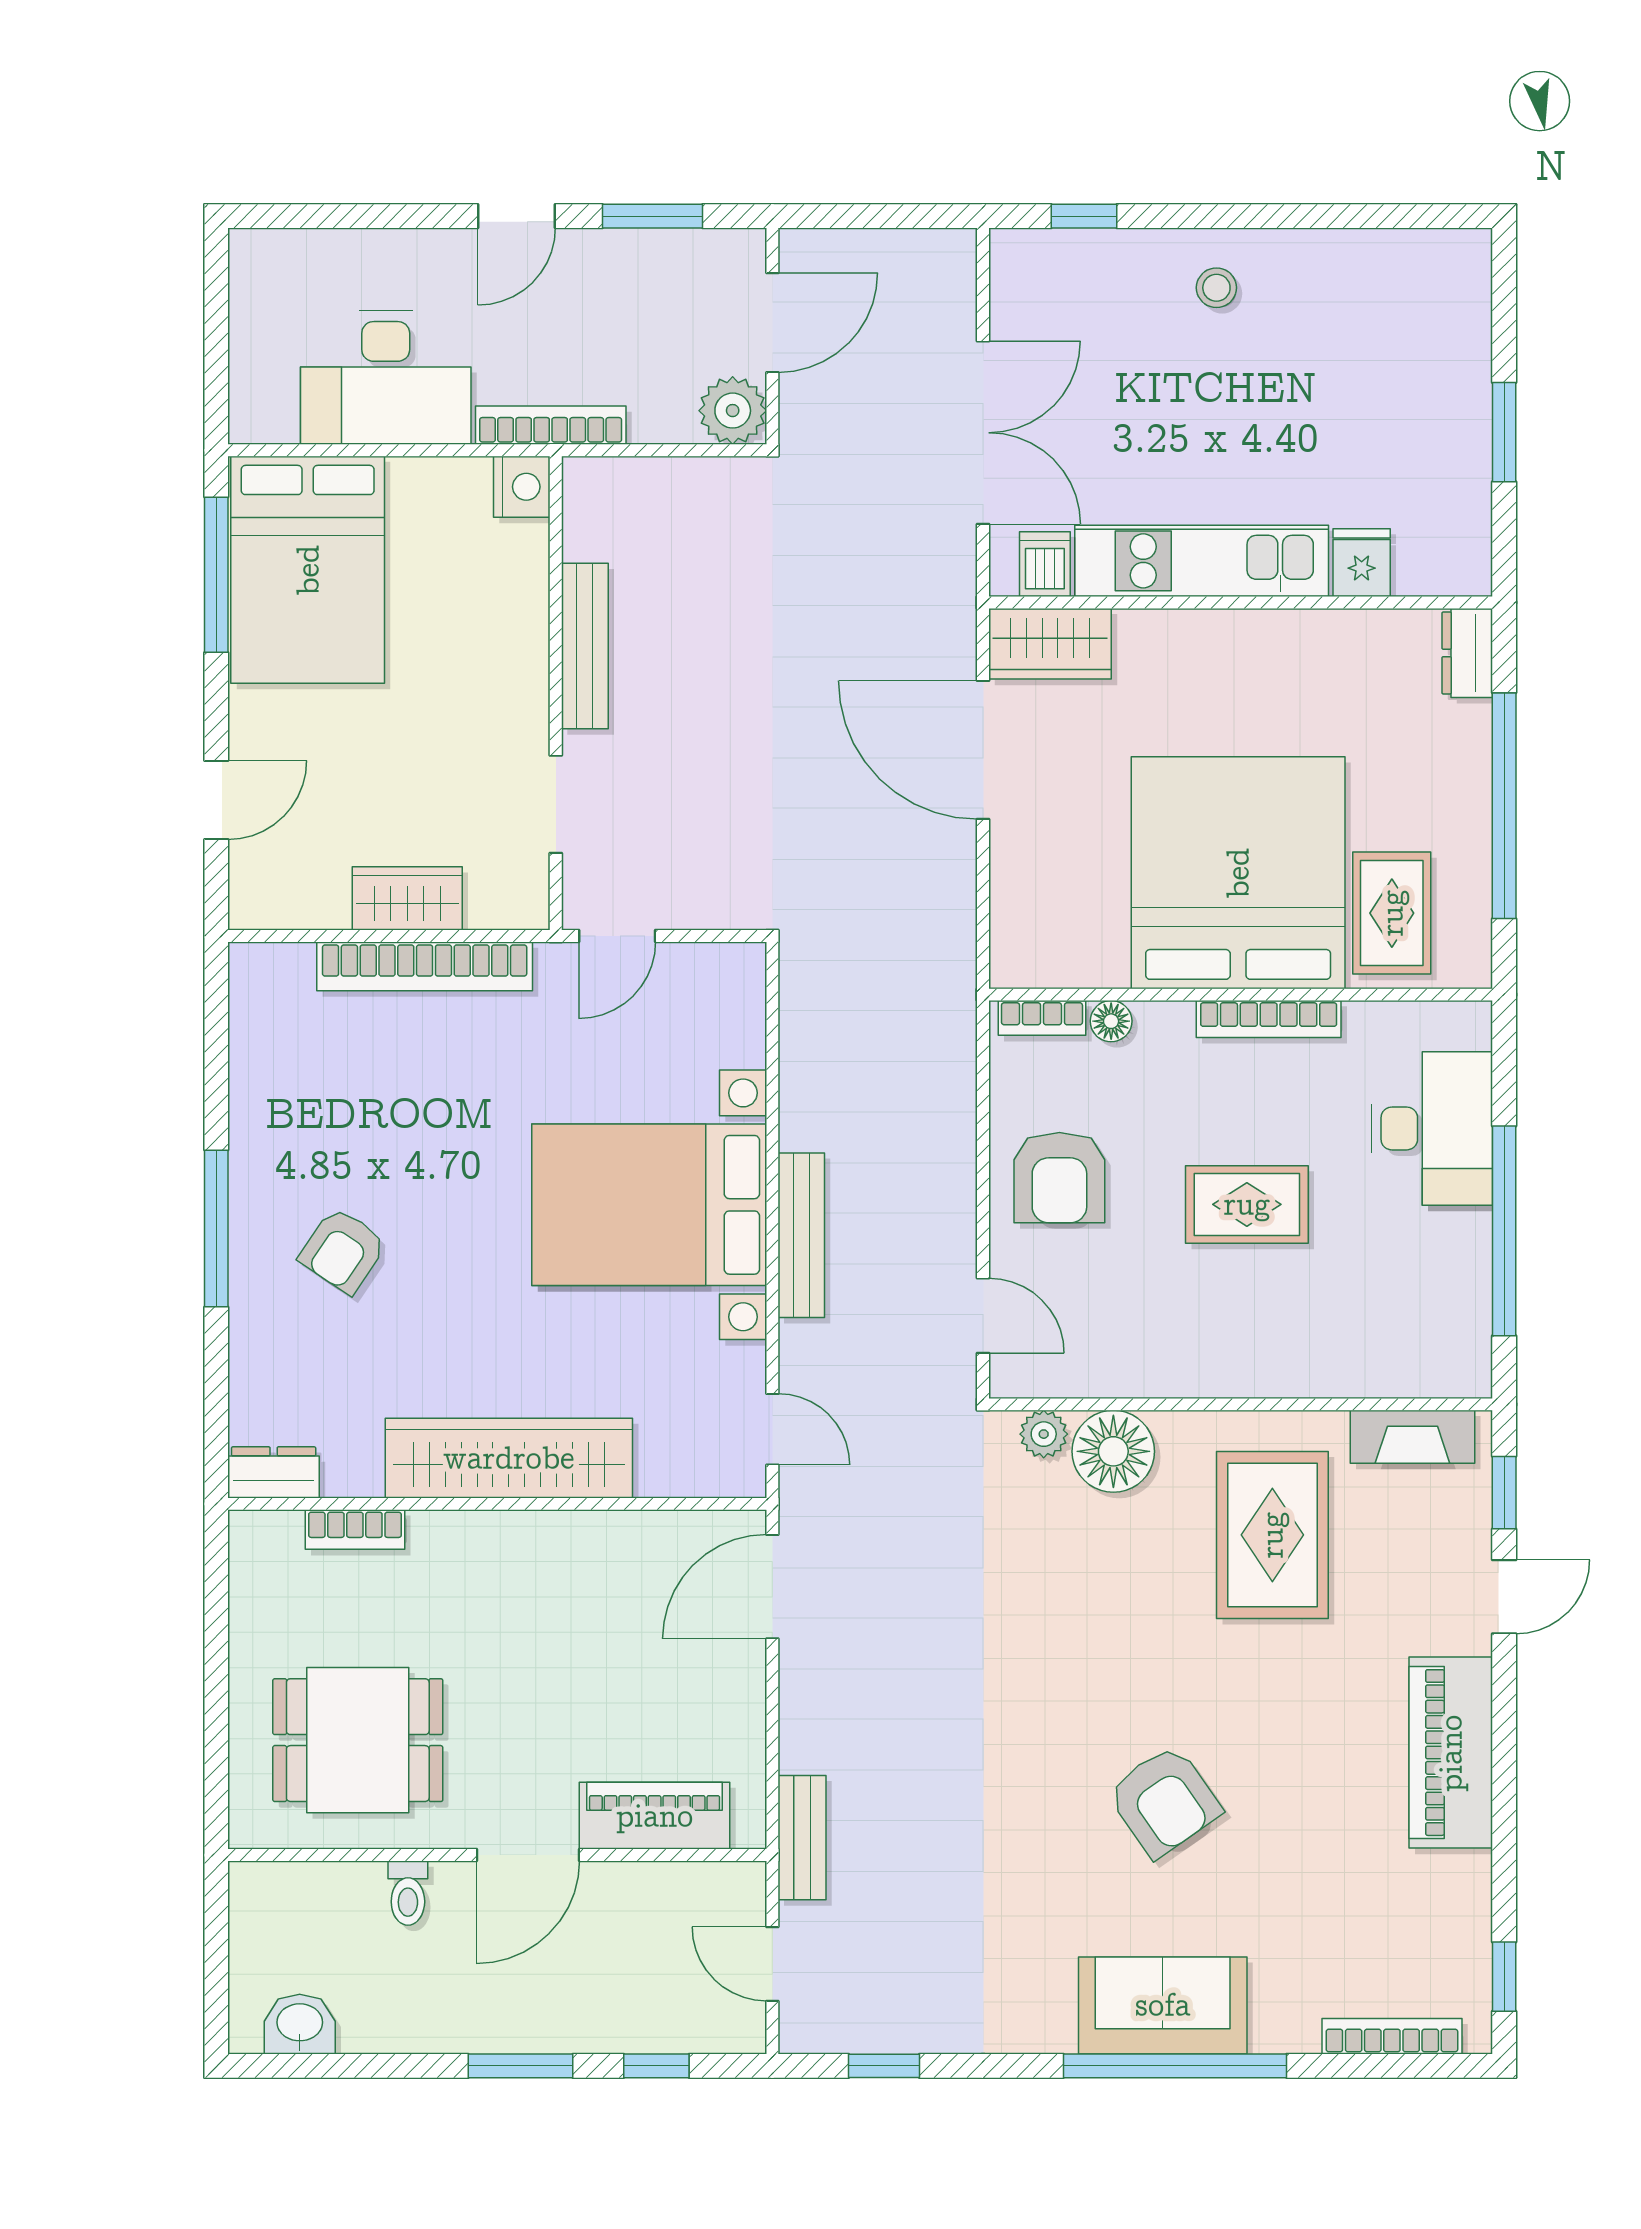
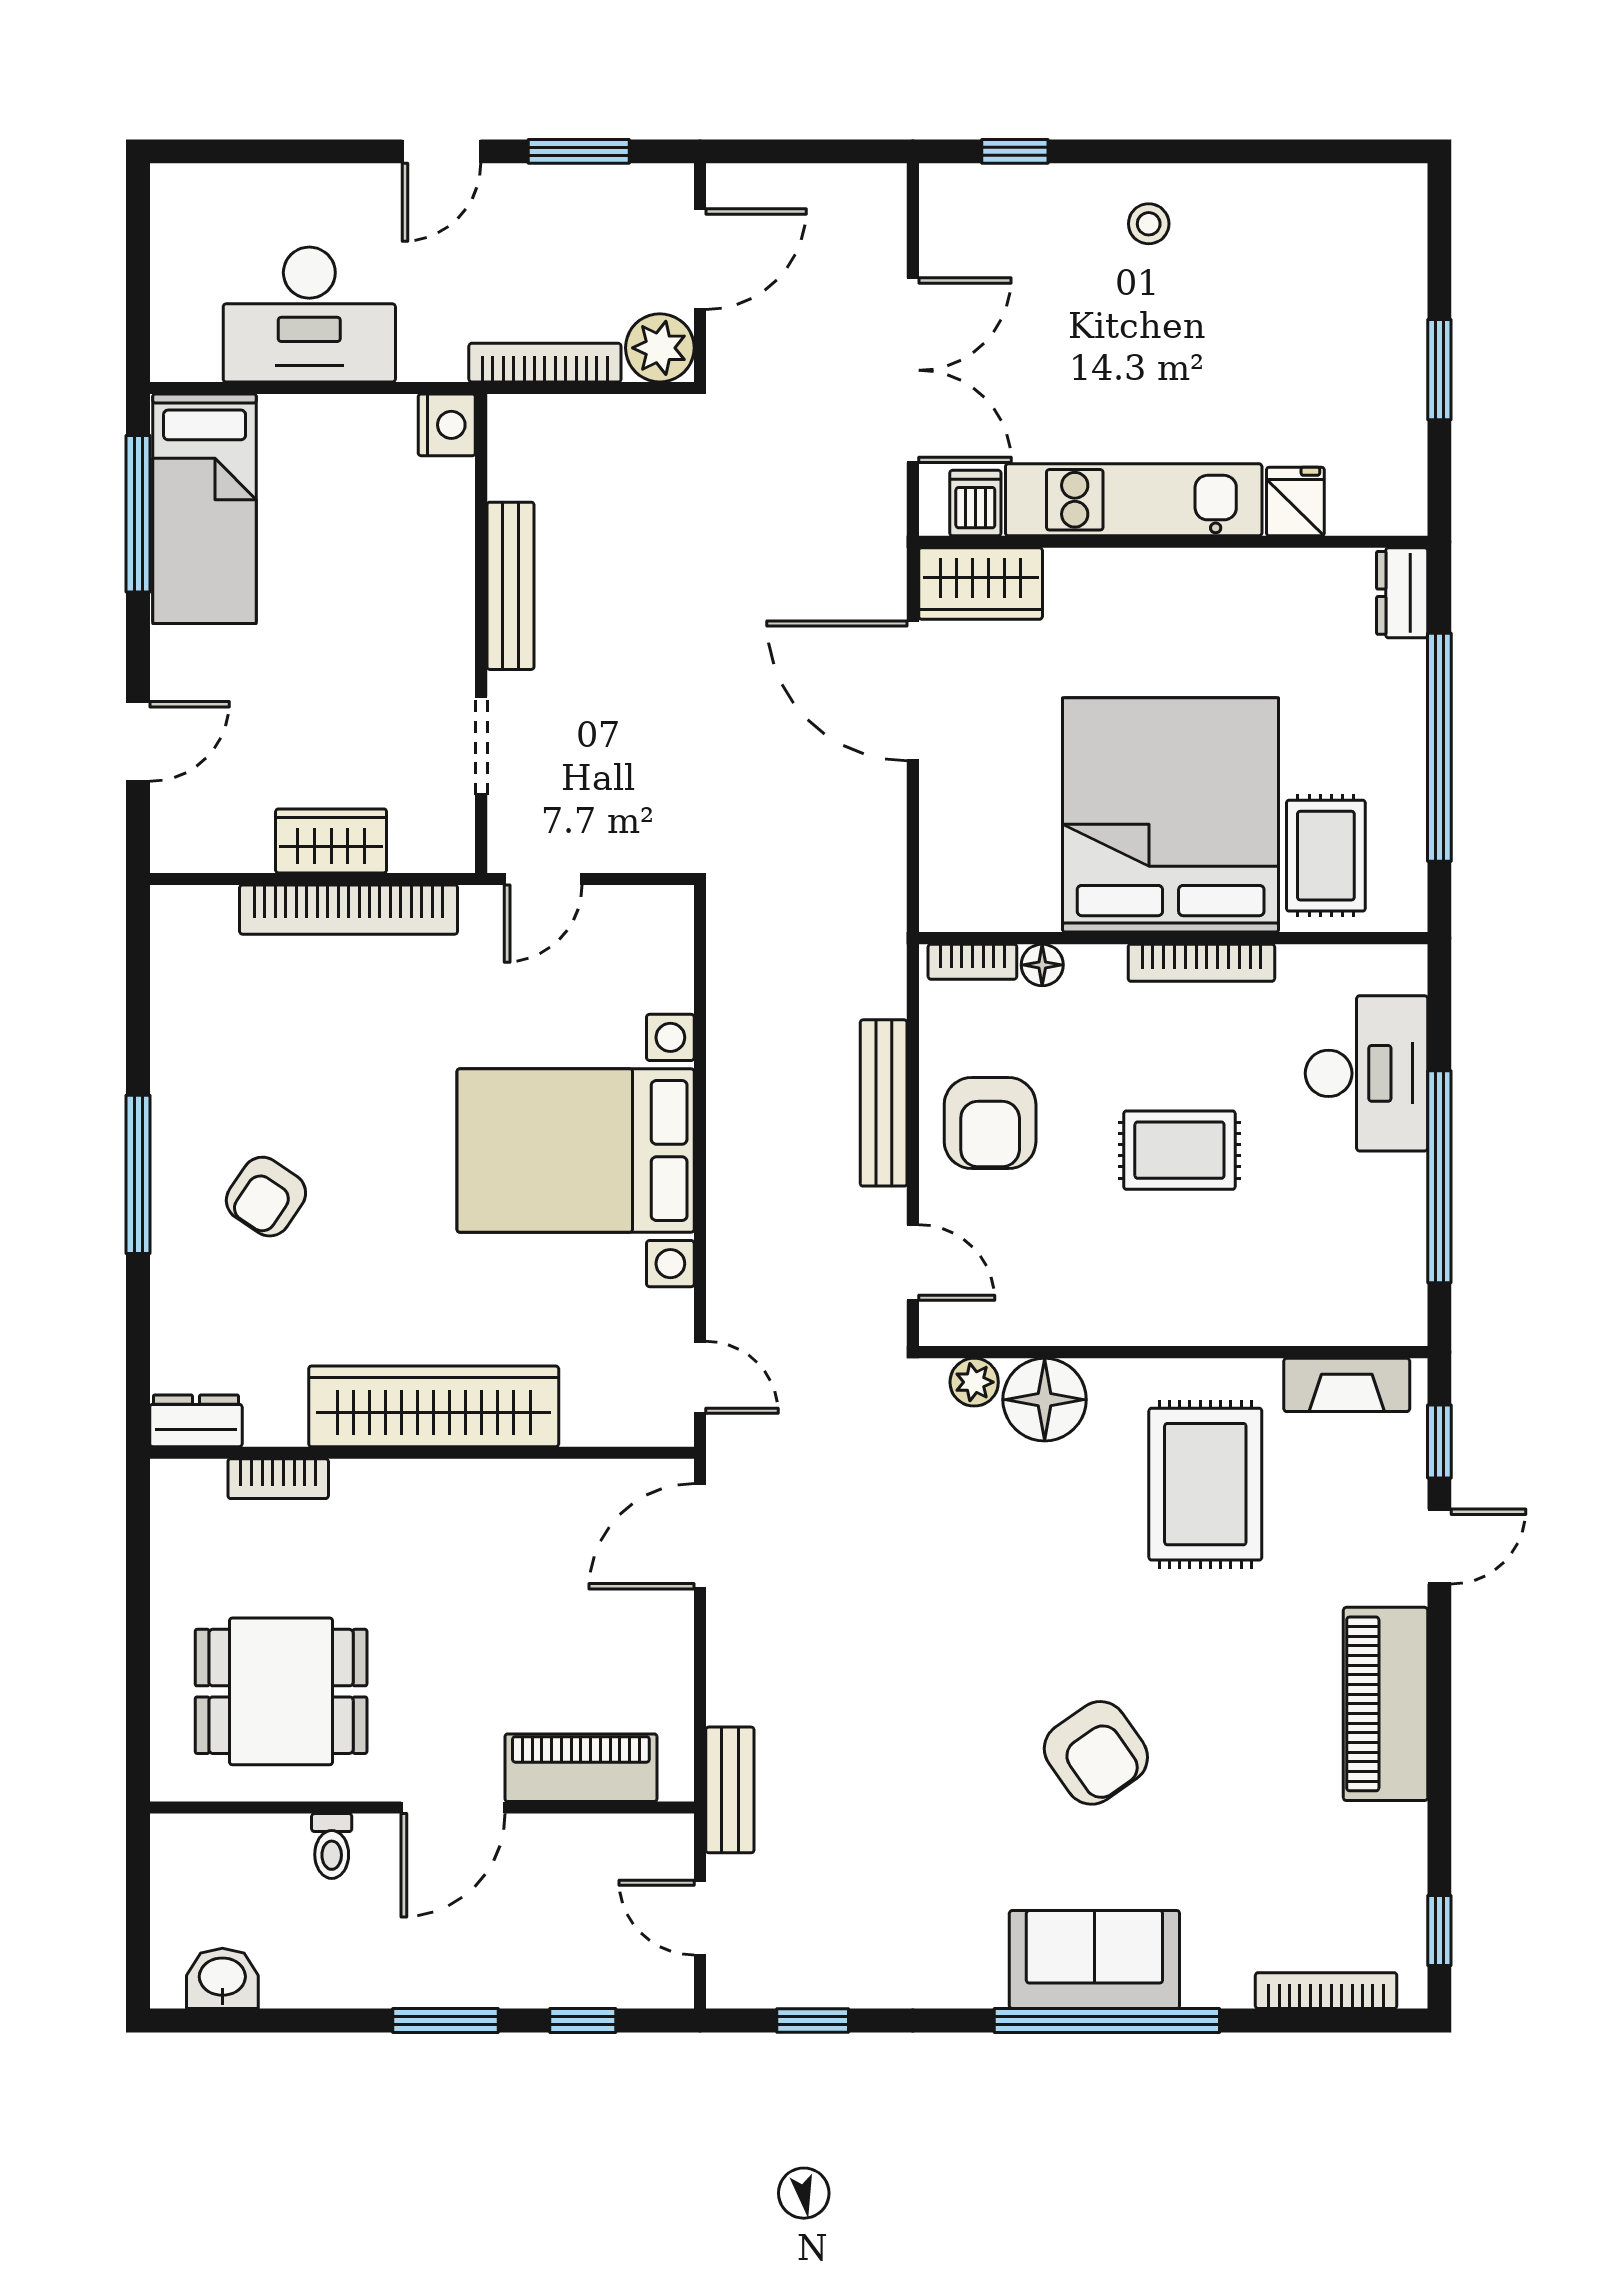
bookcase: (551, 425) -> (545, 363), moved
bed: (308, 570) -> (205, 509), width x0.67
bench: (801, 1235) -> (884, 1103), moved

